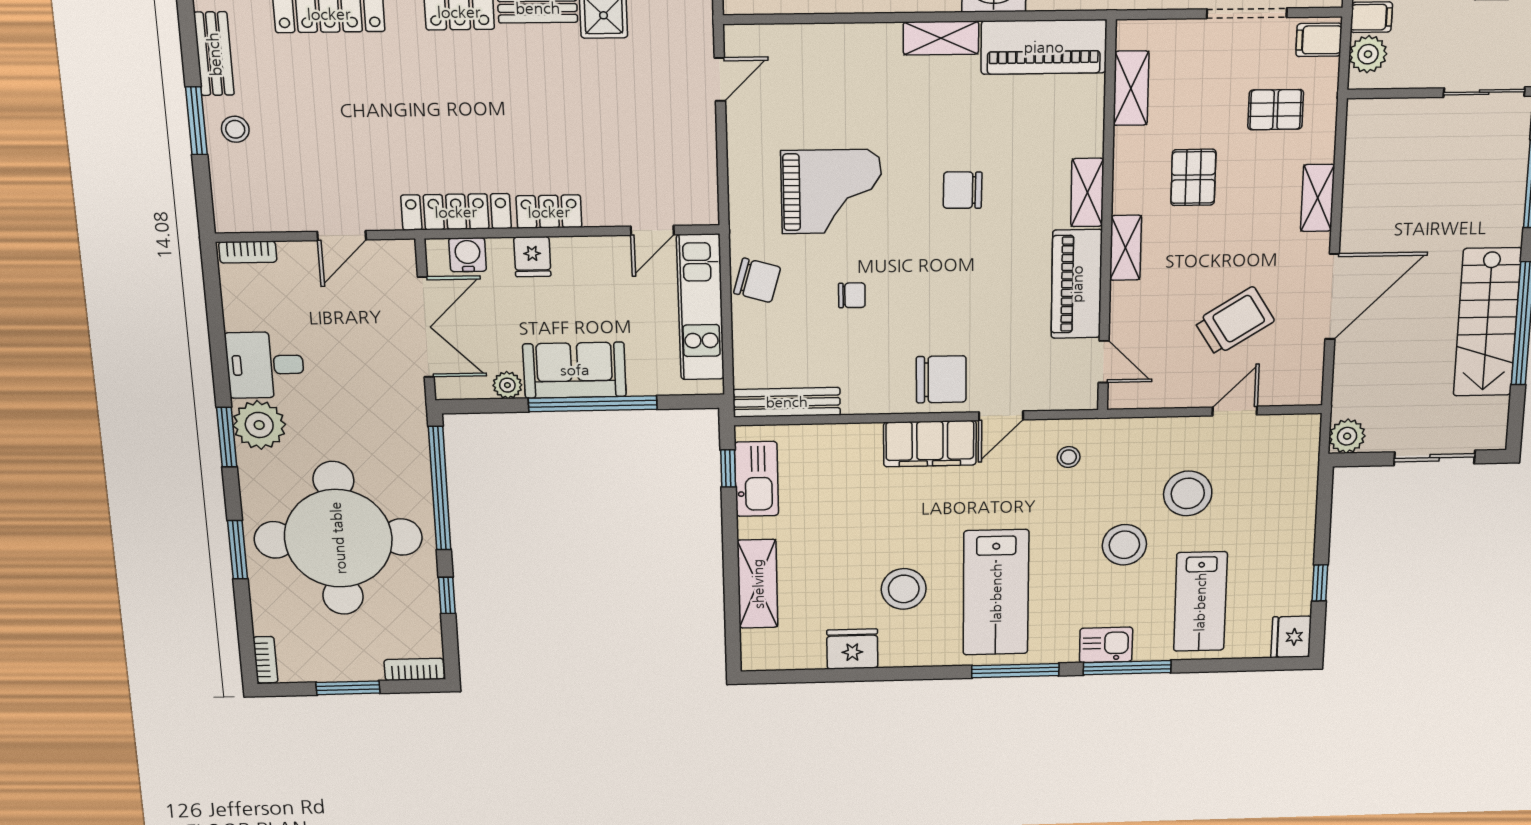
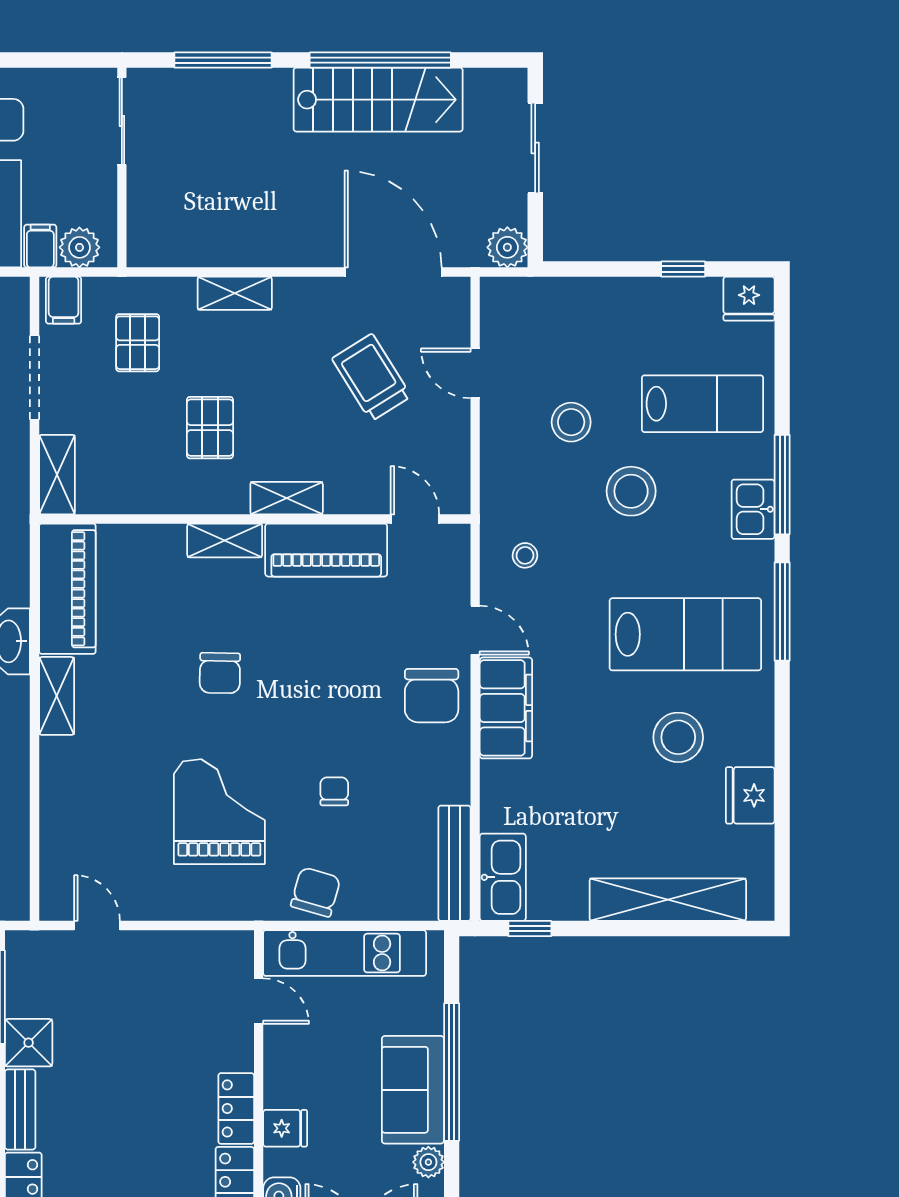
shelving: (1131, 88) -> (57, 475), moved, turned 90
pallet: (1193, 177) -> (210, 428), turned 90
door: (1332, 297) -> (393, 272), moved
door: (1104, 362) -> (415, 519), hinge flipped
chair: (941, 379) -> (432, 696), turned 180
kitchen sink: (756, 479) -> (503, 877), moved, turned 90
stool: (1188, 493) -> (571, 422), width x0.73, depth x0.73
shelving: (758, 584) -> (668, 900), width x1.47

